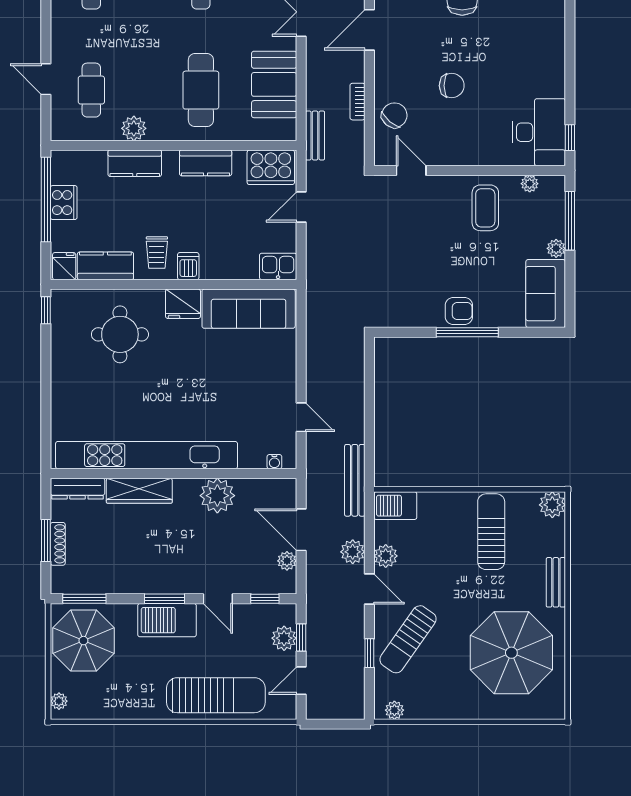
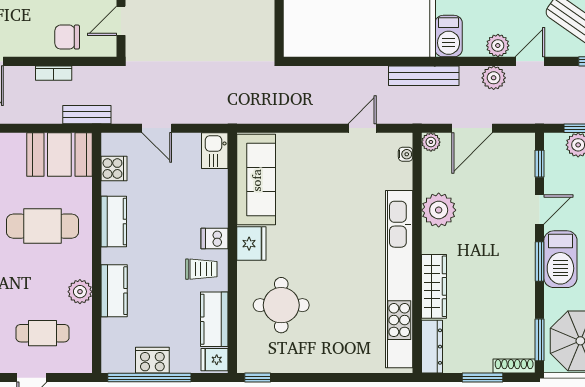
booth: (274, 84) -> (59, 155), moved
chair: (394, 115) -> (67, 37), turned -40
cooker: (271, 167) -> (114, 168), width x0.53, depth x0.76
shoe rack: (58, 544) -> (514, 366), moved
plant: (287, 561) -> (431, 142), moved

